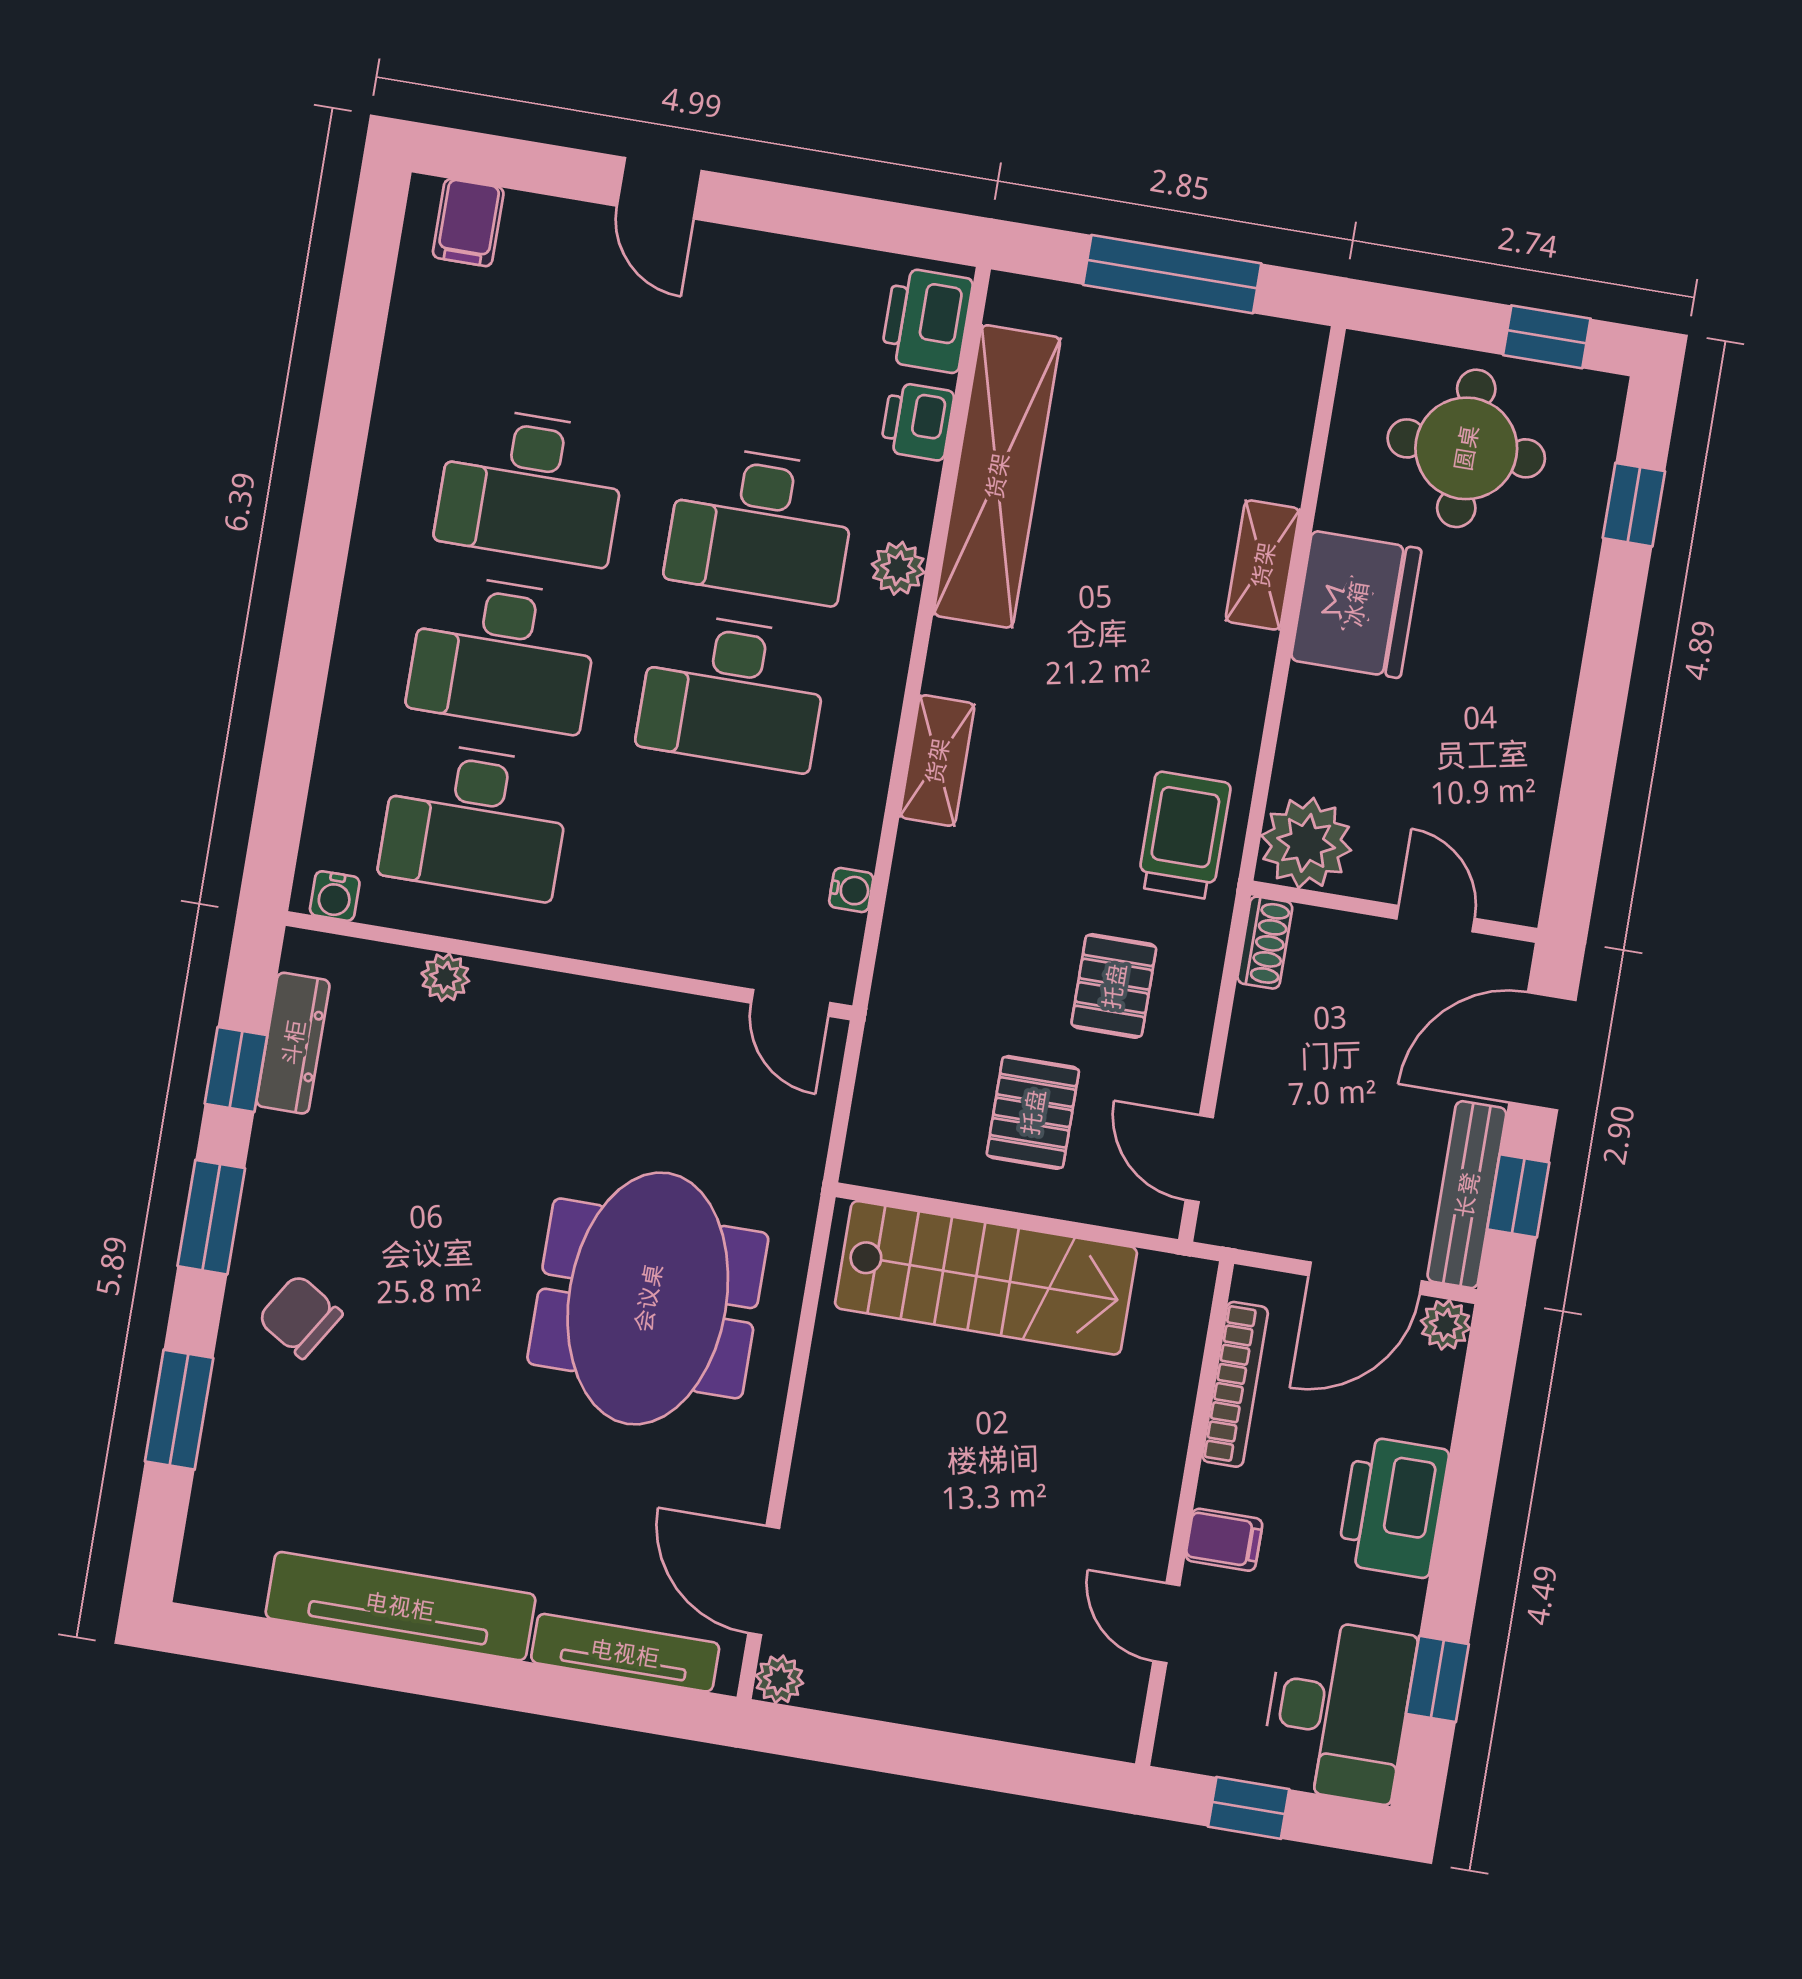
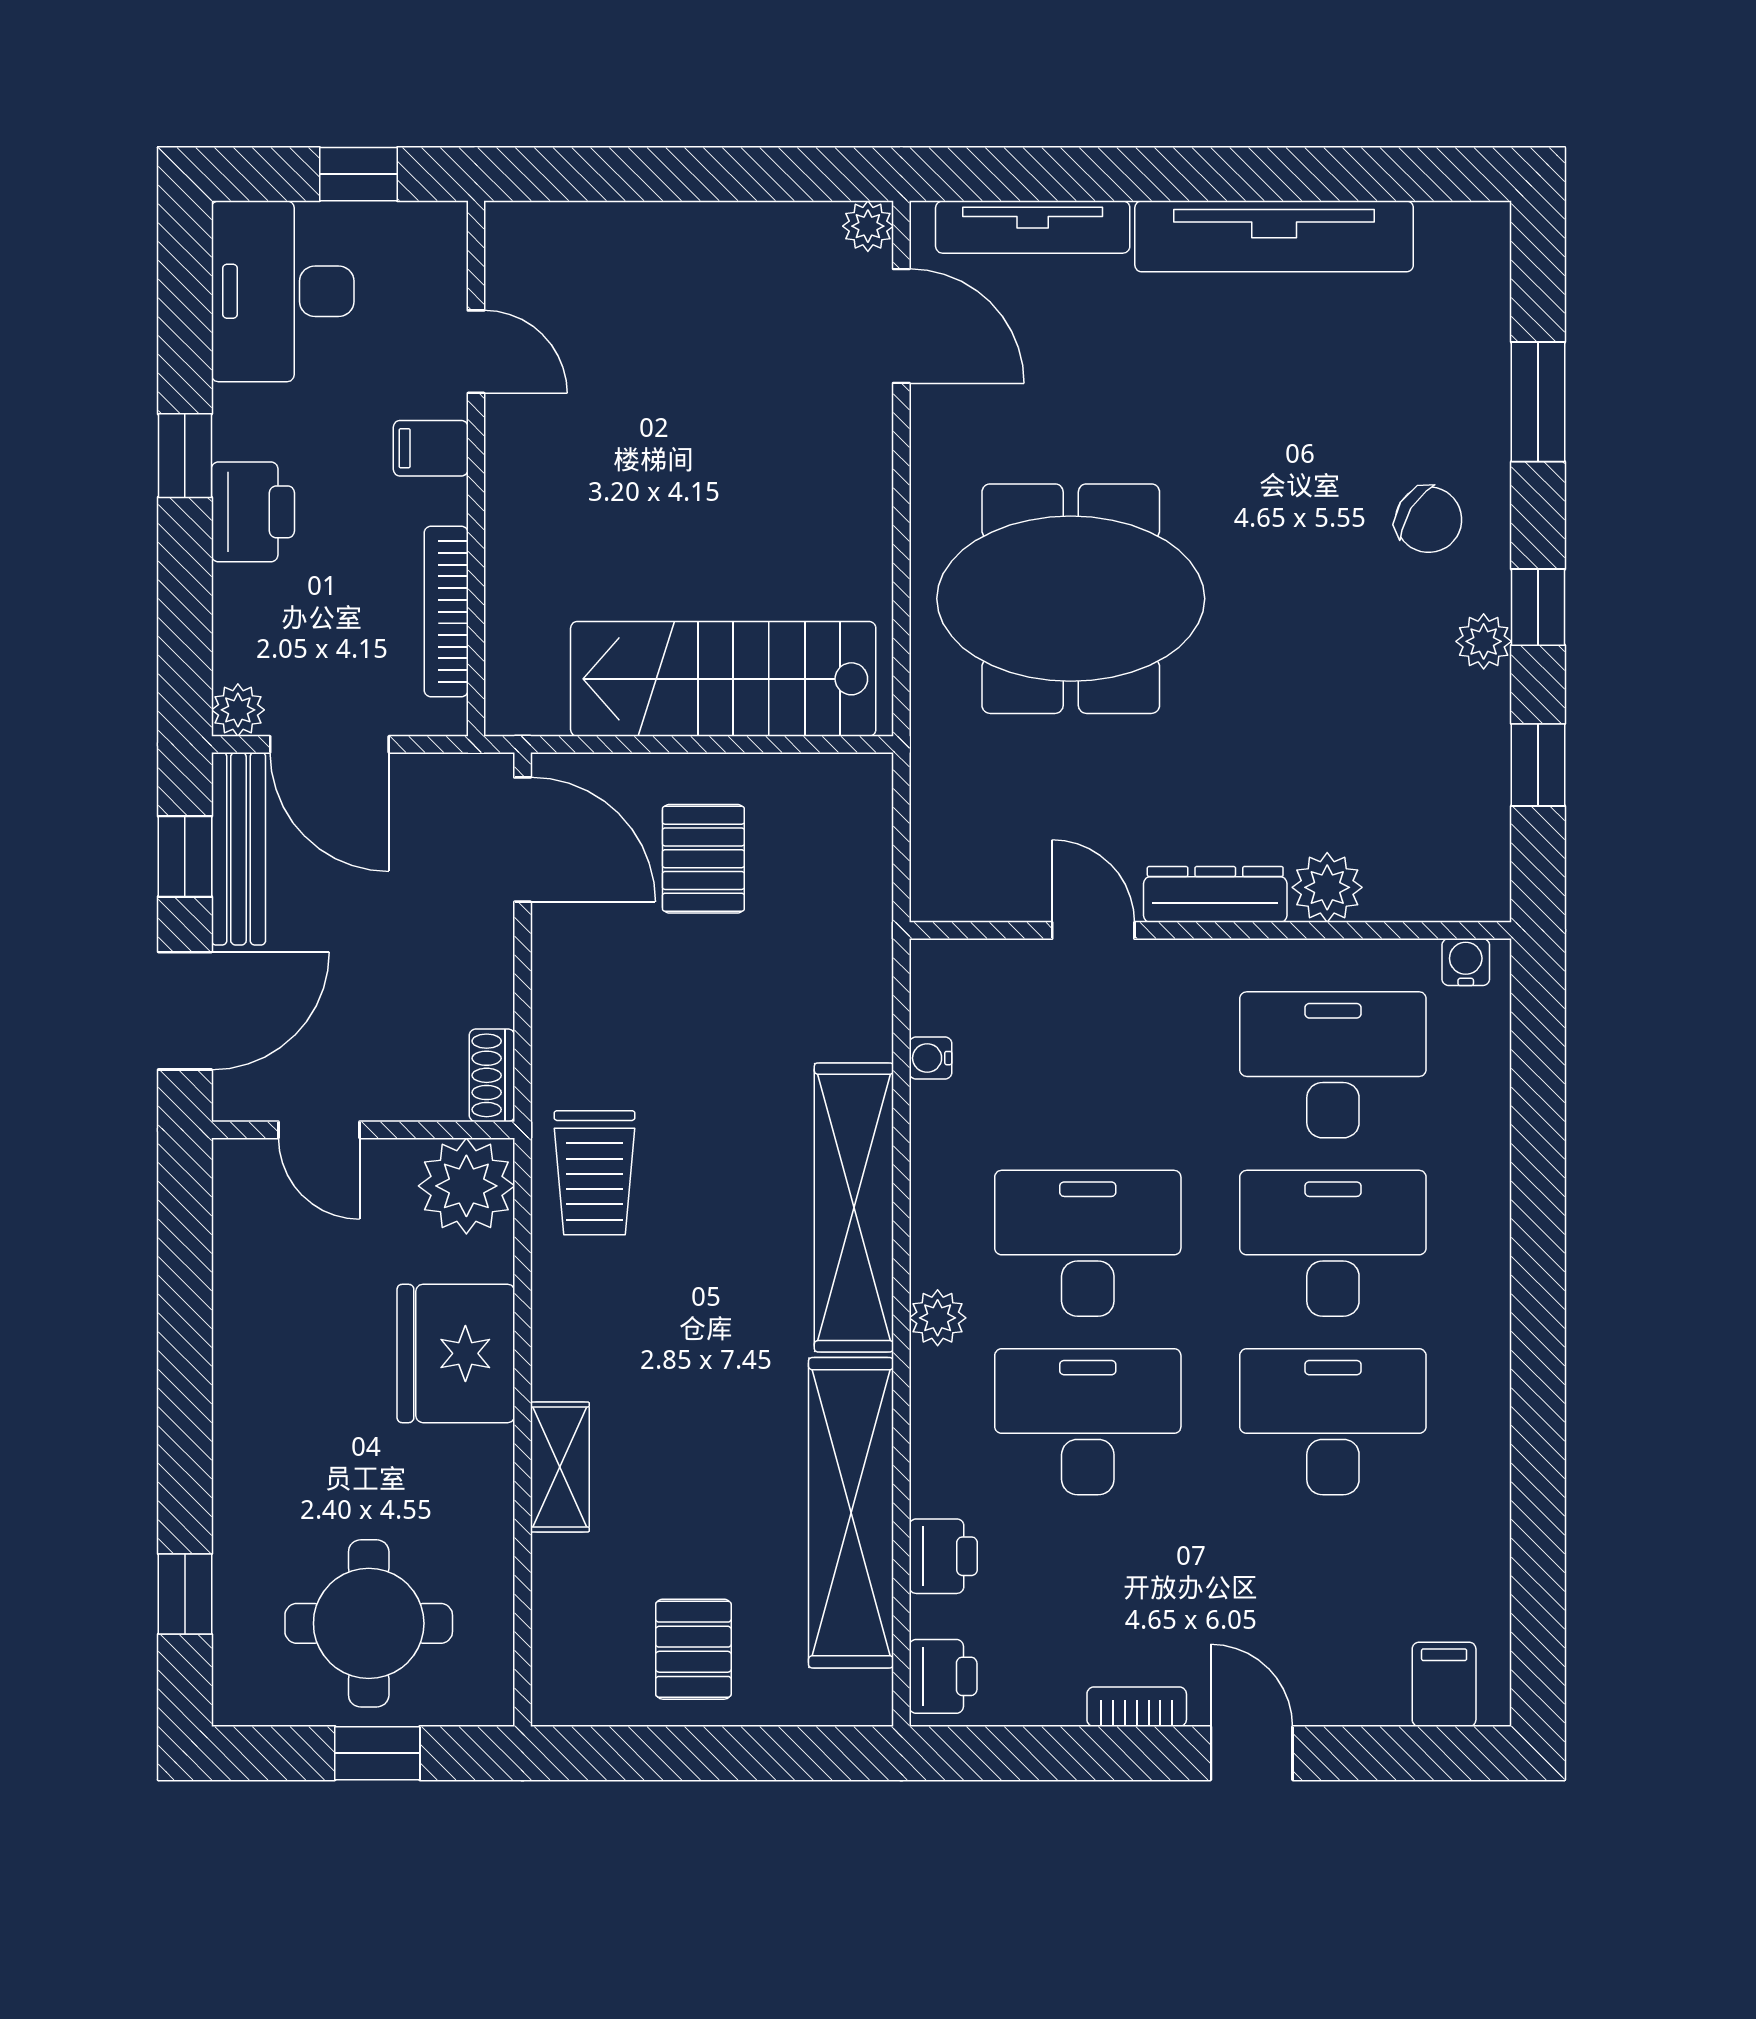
bookcase: (760, 250) -> (1137, 1707), added
window: (1172, 274) -> (704, 1753), removed
printer: (927, 320) -> (943, 1676), width x0.73, depth x0.81
window: (1547, 337) -> (377, 1753), moved
plant: (898, 568) -> (938, 1318), moved
fridge: (1356, 604) -> (456, 1353), moved
shelving: (937, 761) -> (854, 1207), width x2.20, depth x1.33
plant: (445, 977) -> (1327, 887), width x1.38, depth x1.38
pallet: (1114, 986) -> (693, 1649), moved
door: (791, 1003) -> (1093, 930), moved
dresser: (293, 1043) -> (1215, 894), moved, turned 90
door: (1199, 1159) -> (523, 840), width x1.38
plant: (268, 1194) -> (1484, 641), added
window: (211, 1217) -> (1538, 607), width x0.67
door: (1365, 1278) -> (329, 744), swing flipped
meeting table: (648, 1298) -> (1071, 599), turned 90
printer: (1393, 1507) -> (253, 512), width x0.73, depth x0.84
window: (1437, 1679) -> (185, 456), moved

